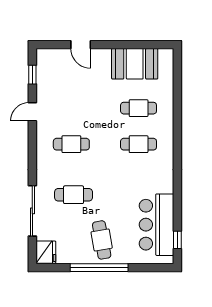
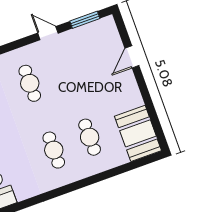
booth: (135, 64) -> (138, 133), moved
window: (32, 75) -> (85, 20), width x1.50

